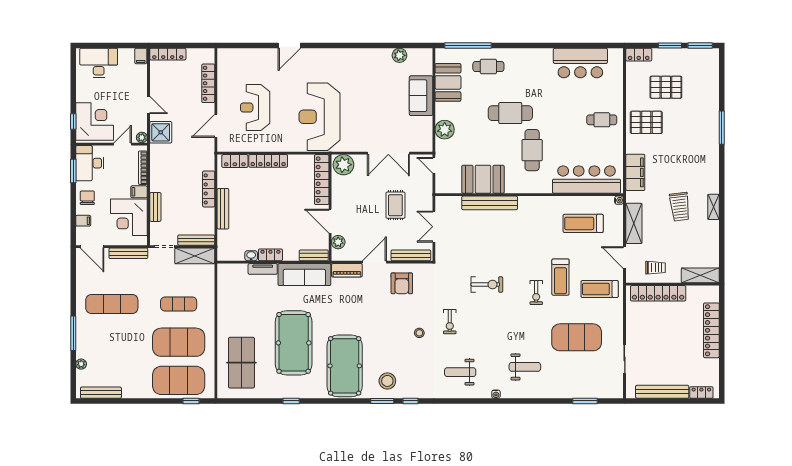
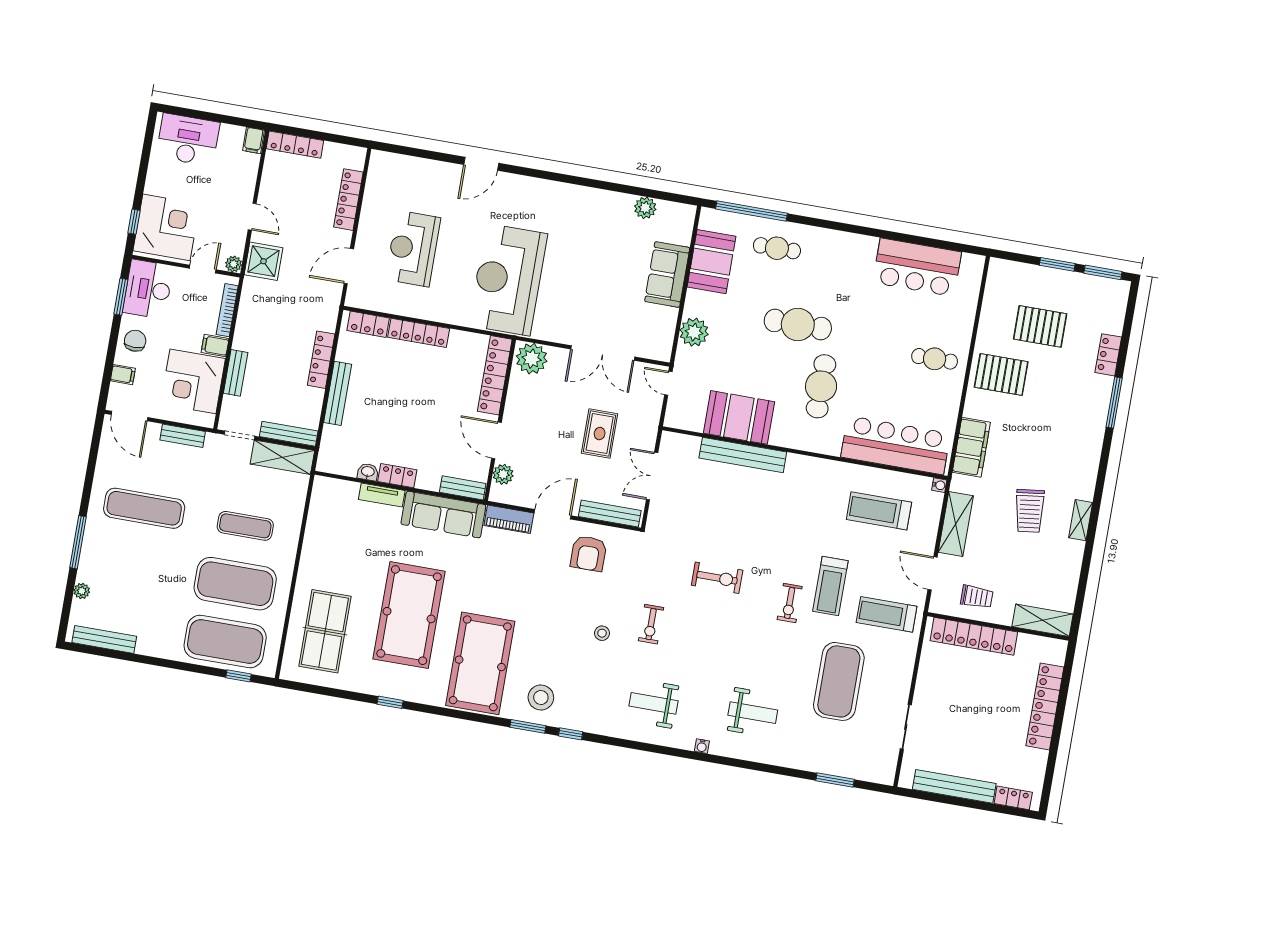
locker: (639, 55) -> (1108, 355), moved, turned 90
bench: (128, 253) -> (183, 436), width x0.73
exercise mat: (577, 337) -> (839, 681), turned 90

